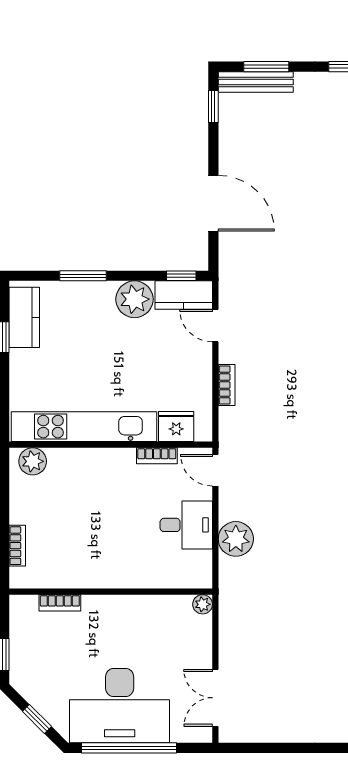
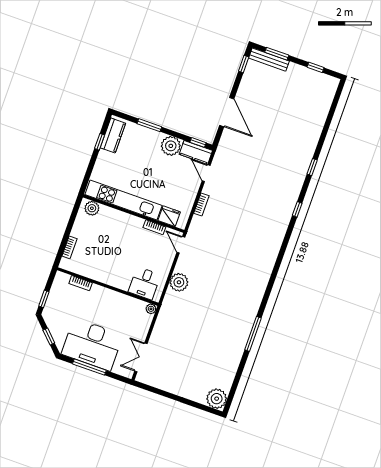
desk: (186, 525) -> (145, 283), moved, turned 90
window: (129, 748) -> (89, 367), width x0.68

